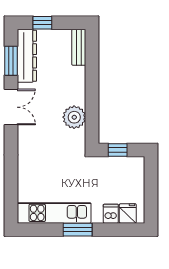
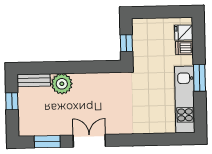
window: (42, 23) -> (12, 101), moved
dresser: (27, 56) -> (42, 127), removed
plant: (74, 117) -> (62, 84), moved

